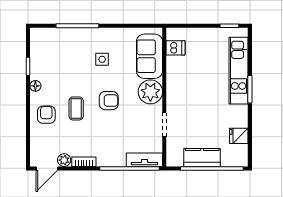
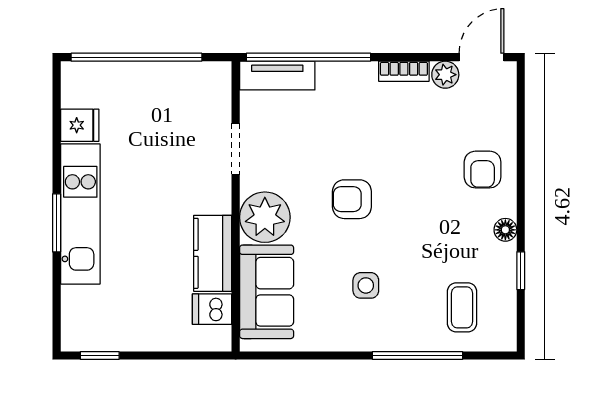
kitchen unit: (239, 71) -> (80, 214), moved
coffee table: (76, 108) -> (462, 307), moved
kitchen counter: (202, 157) -> (213, 253), moved, turned 90

